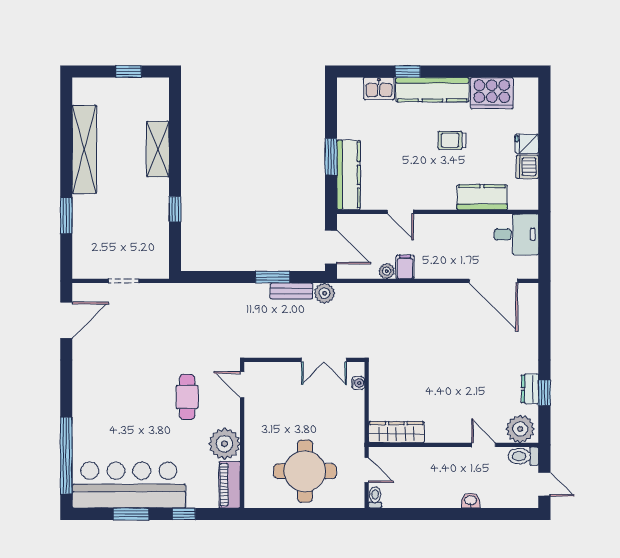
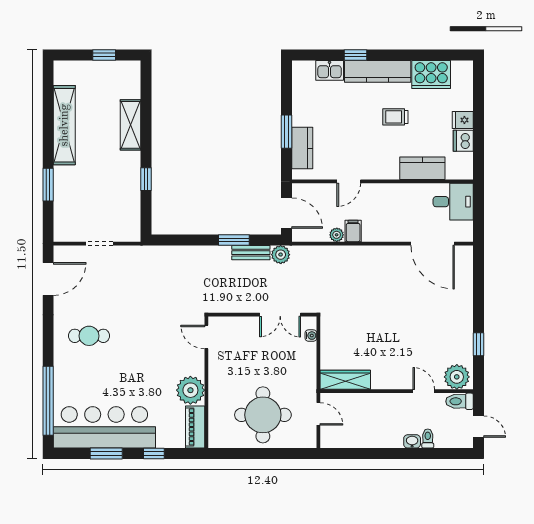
kitchen counter: (349, 175) -> (302, 148), width x0.67
door: (400, 212) -> (349, 181), hinge flipped
dresser: (530, 389) -> (466, 341), removed
cafe table: (187, 397) -> (89, 336), moved, turned 90
toilet: (375, 497) -> (428, 439), moved

